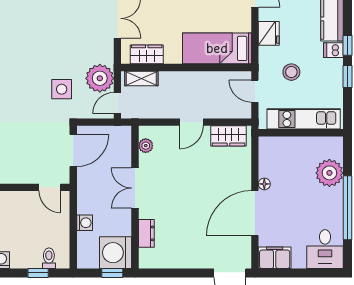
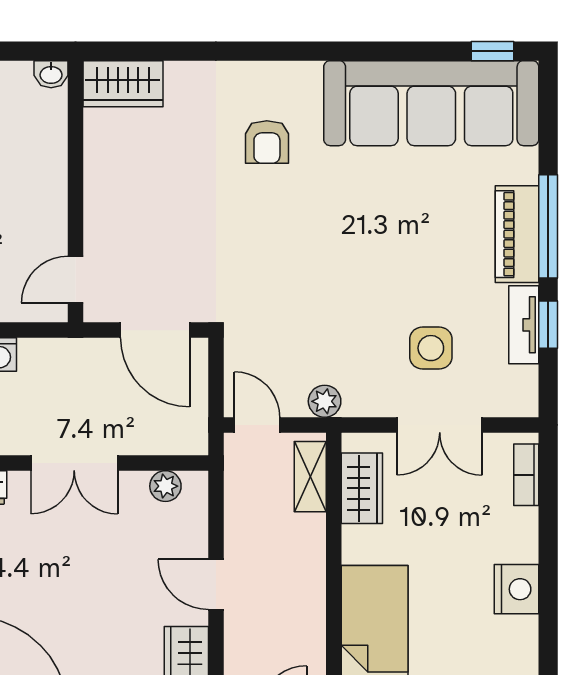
plant: (100, 78) -> (325, 401), width x0.53, depth x0.53
side table: (62, 89) -> (431, 348), moved
double door: (135, 188) -> (74, 463), swing flipped

